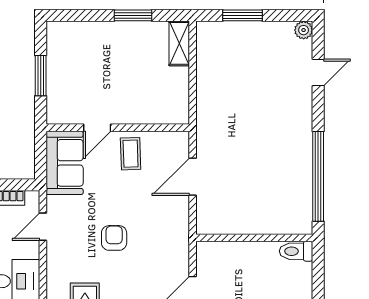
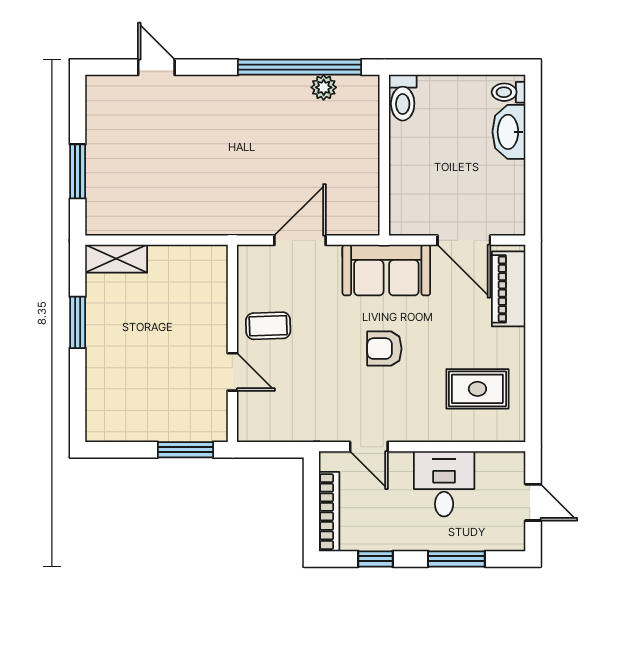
plant: (304, 30) -> (324, 87), moved
window: (41, 76) -> (185, 450), moved
sofa: (65, 163) -> (386, 270), moved, turned 180
door: (193, 177) -> (300, 240), swing flipped

